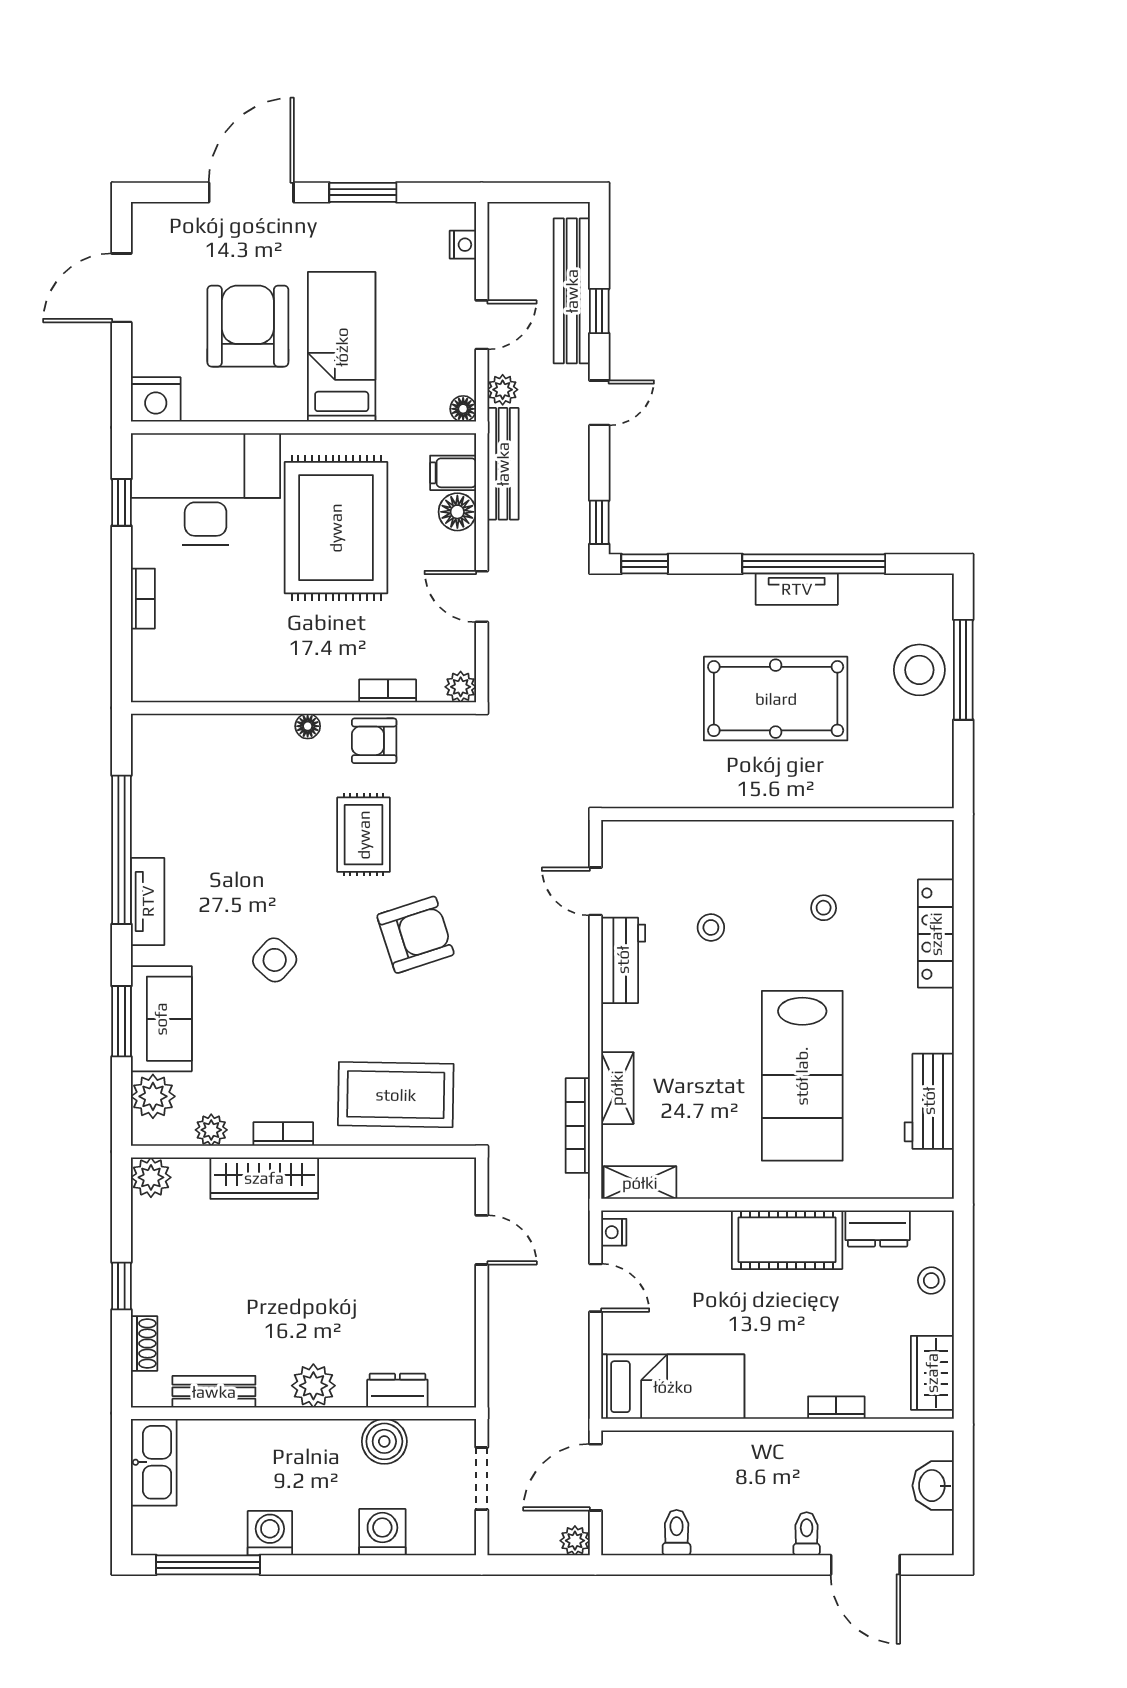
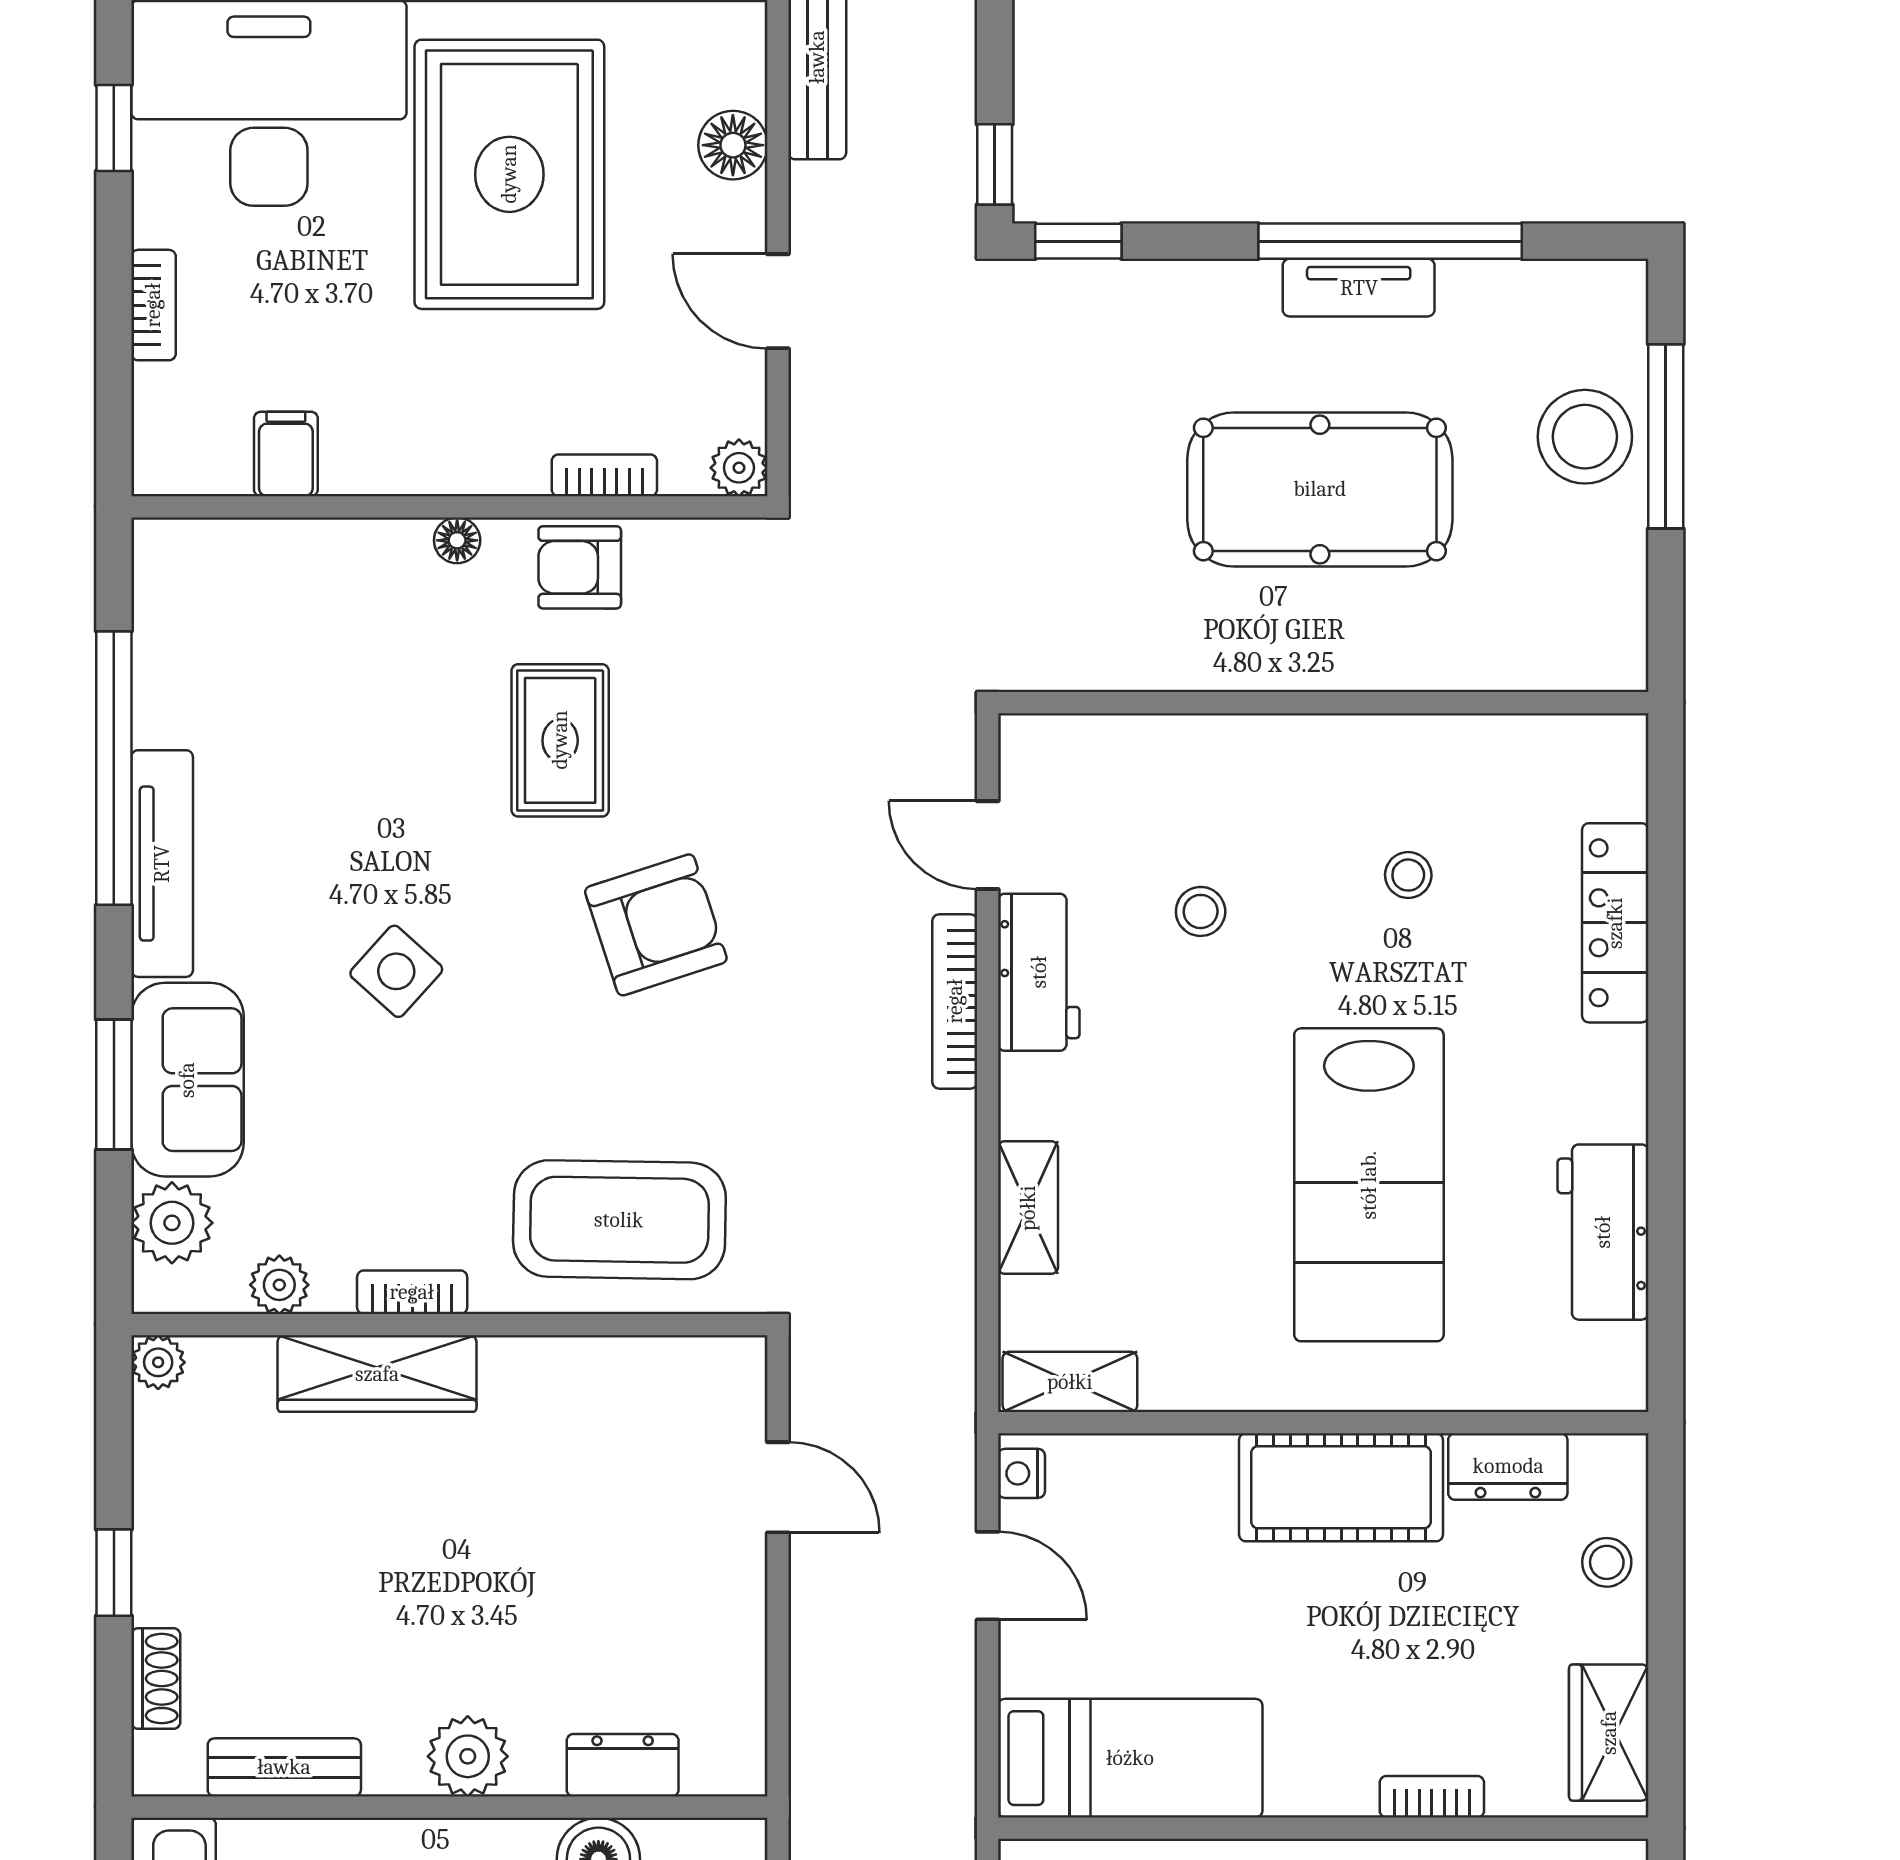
filing cabinet: (453, 473) -> (286, 454), moved, turned 90
tv unit: (148, 901) -> (162, 864), width x1.41
bookcase: (578, 1126) -> (955, 1001), moved
plant: (151, 1177) -> (158, 1362), width x0.73, depth x0.73

